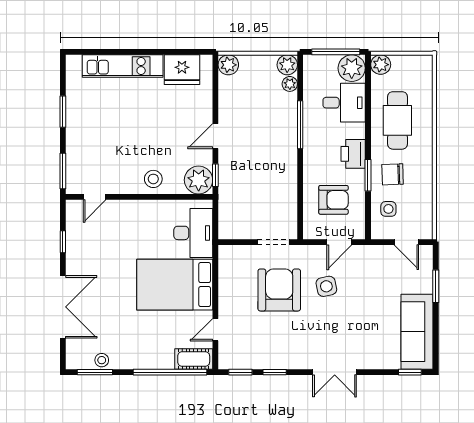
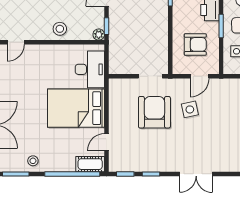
plant: (199, 180) -> (99, 35), width x0.53, depth x0.53
stool: (102, 360) -> (33, 161), moved

